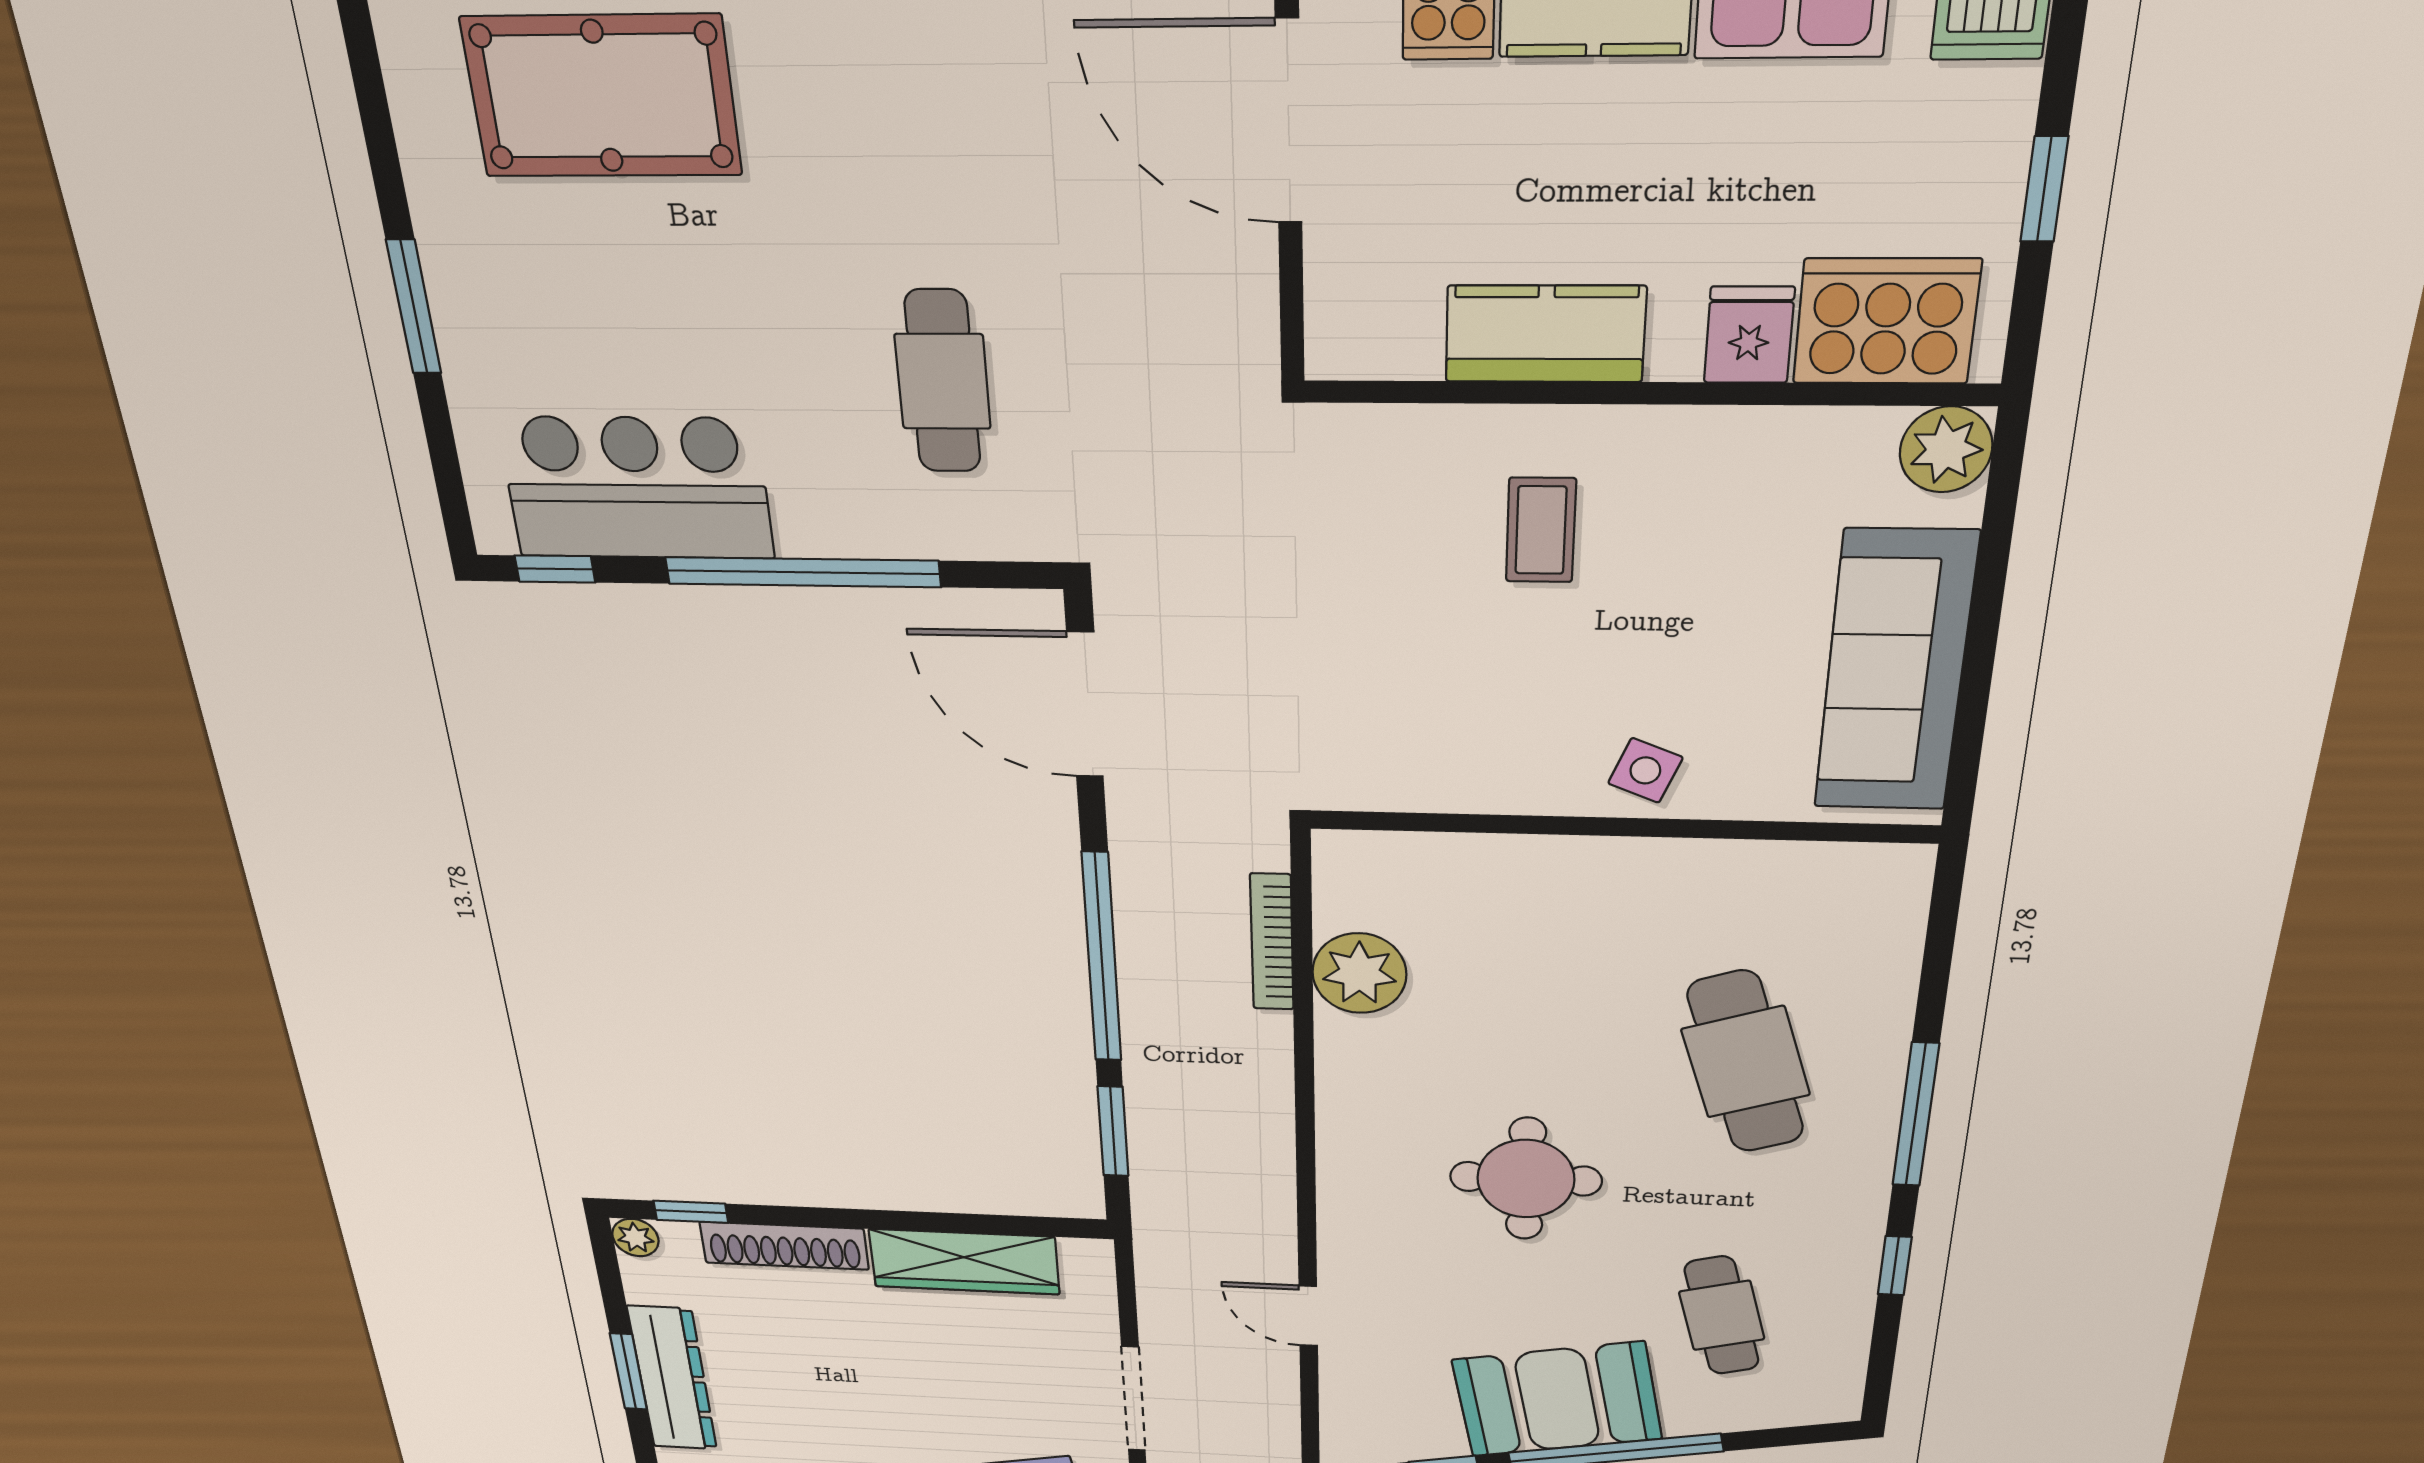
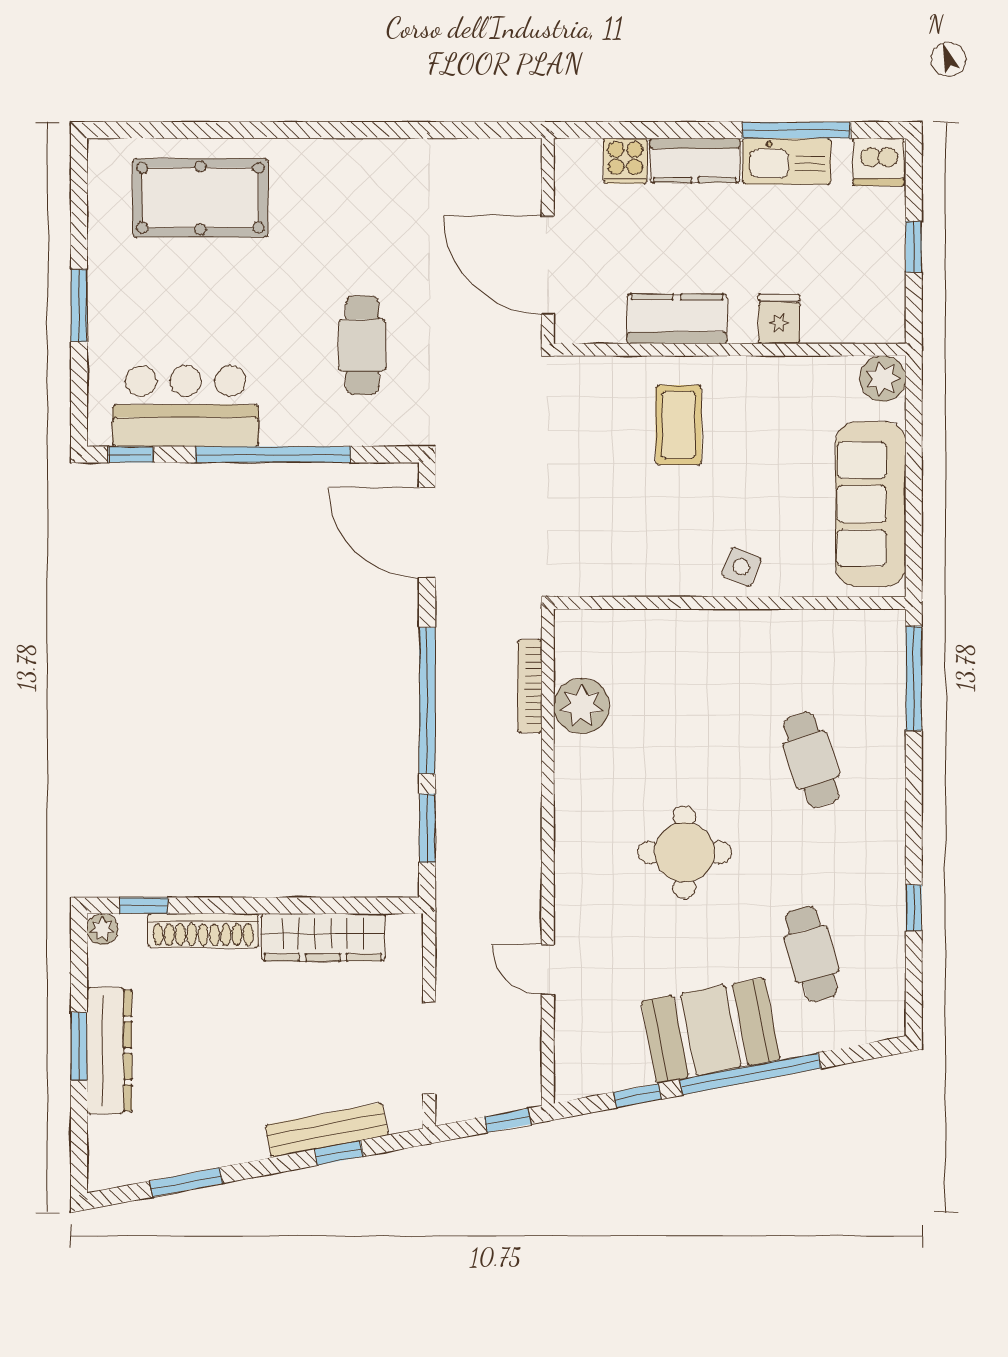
door: (1289, 122) -> (548, 265), moved
cooker: (1886, 321) -> (846, 312), removed
coffee table: (1541, 530) -> (679, 425), width x1.36, depth x1.30
cafe table: (1746, 1062) -> (811, 760), width x0.73, depth x0.74
window: (1916, 1115) -> (914, 679), moved

